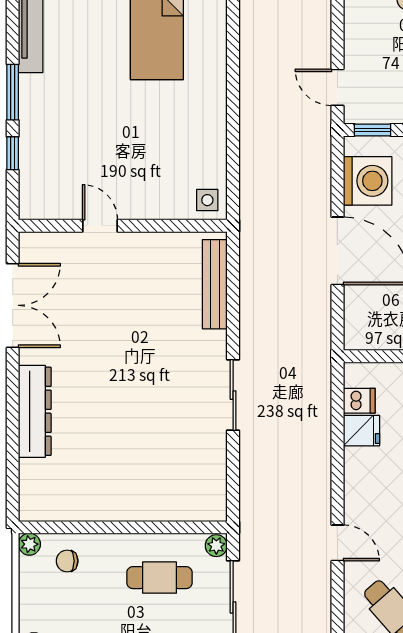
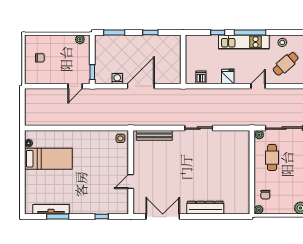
window: (13, 92) -> (58, 217), moved
washing machine: (368, 181) -> (117, 79), width x0.53, depth x0.53
fridge: (361, 431) -> (228, 76), moved

